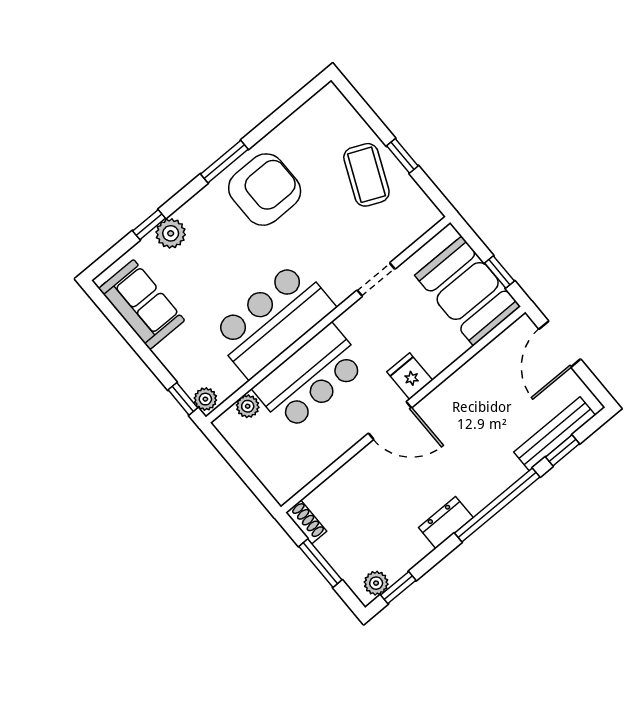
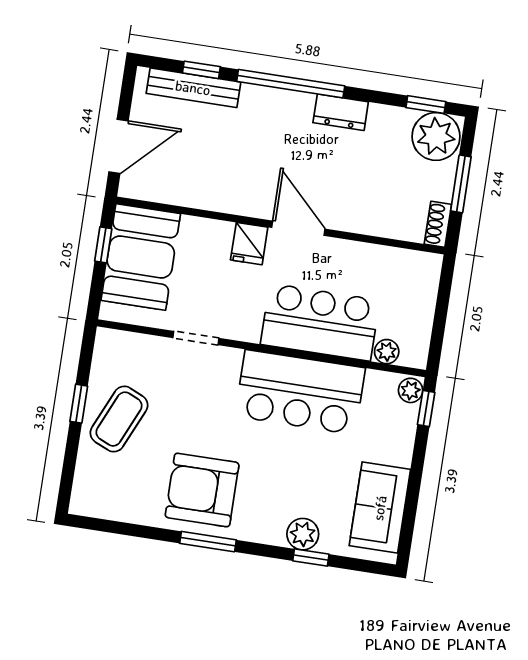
plant: (376, 583) -> (436, 136), width x1.88, depth x1.88

